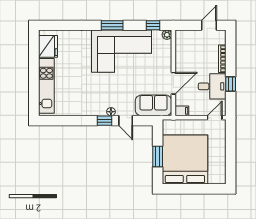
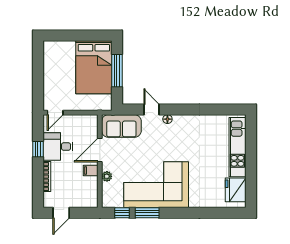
window: (112, 25) -> (147, 213), moved
plant: (167, 35) -> (107, 176), moved
filing cabinet: (182, 111) -> (91, 171), moved
window: (105, 121) -> (174, 109), removed
window: (158, 156) -> (117, 71), width x1.44
bed: (185, 160) -> (94, 67), width x0.73

